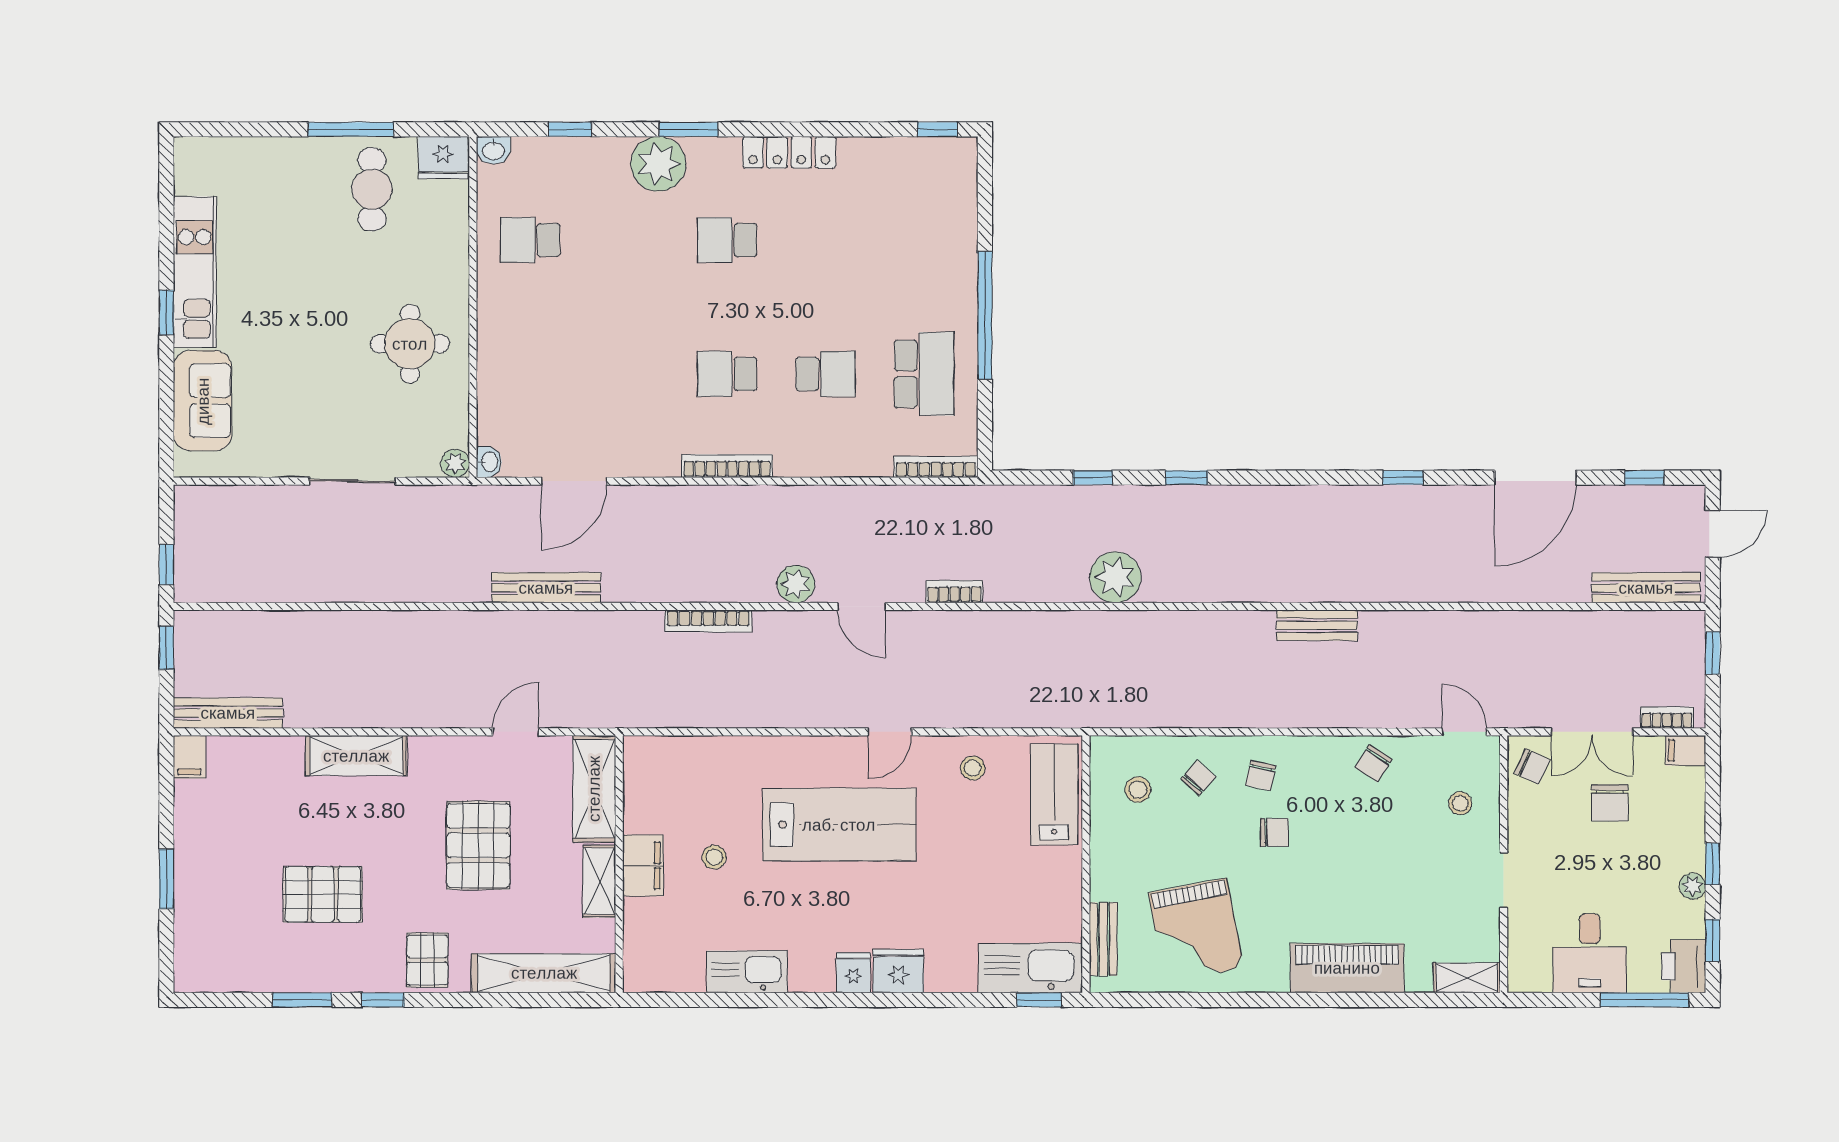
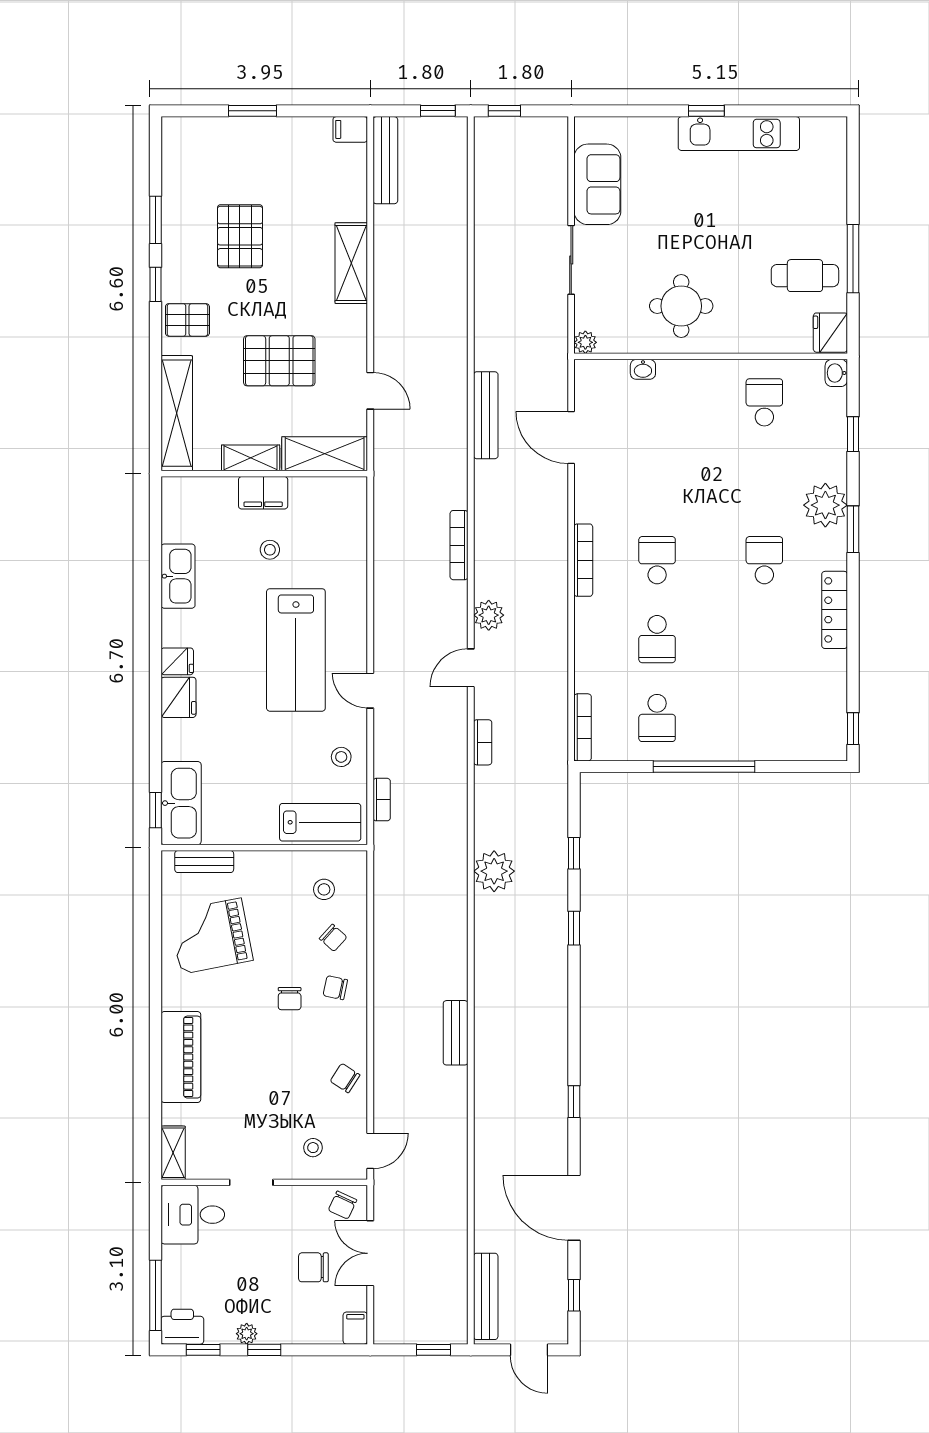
school desk: (924, 374) -> (657, 718), width x0.54
sofa: (203, 401) -> (597, 184), moved, turned -90
washbasin: (489, 462) -> (643, 369), moved
bookcase: (1667, 718) -> (382, 800), moved
desk: (1590, 953) -> (193, 1215), moved

